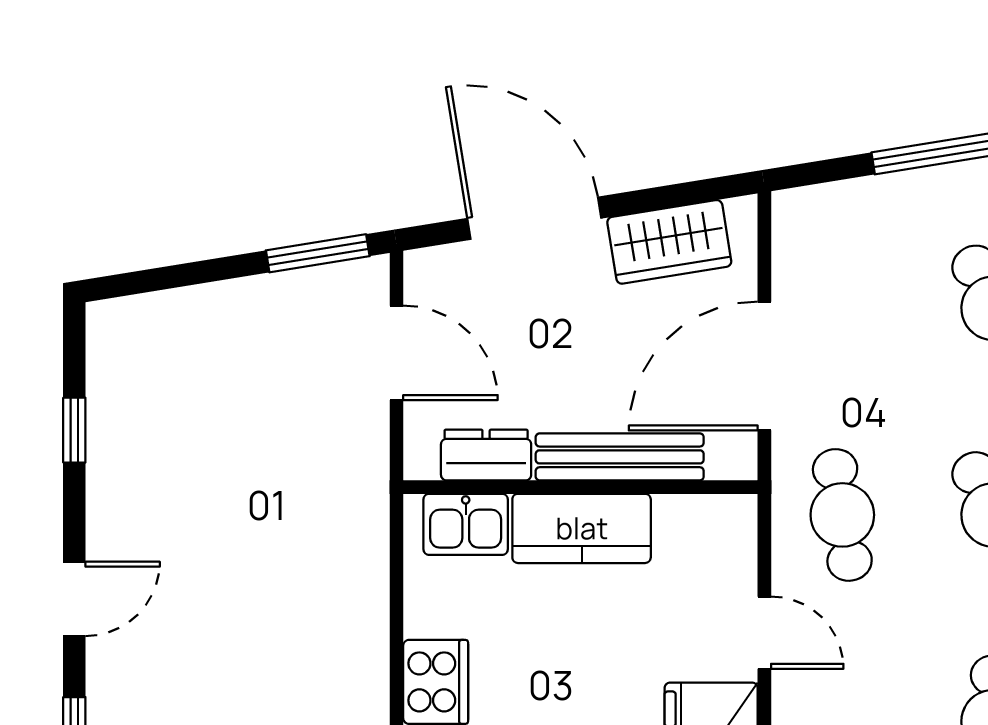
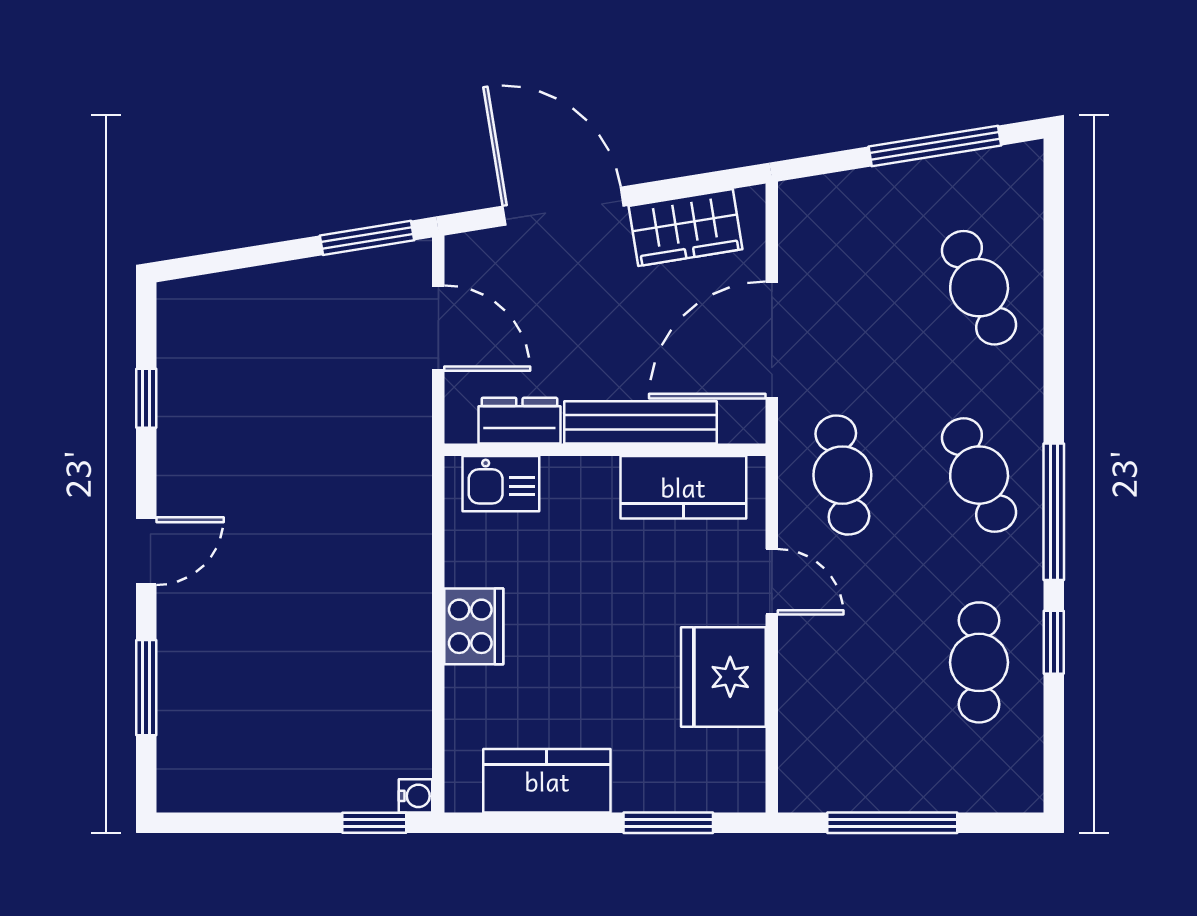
kitchen counter: (582, 528) -> (683, 487), moved

